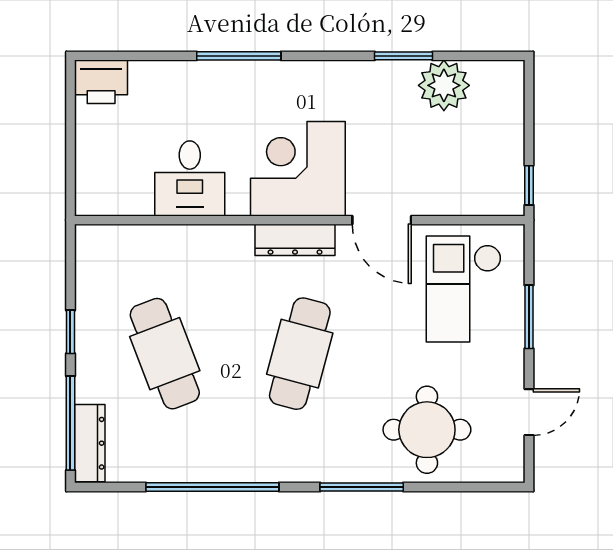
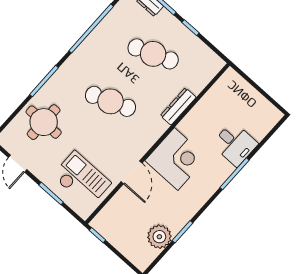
printer: (101, 82) -> (269, 117), removed
desk: (190, 178) -> (235, 144), moved, turned 180
door: (382, 220) -> (132, 172), swing flipped
dresser: (295, 240) -> (178, 106), moved
cafe table: (300, 354) -> (111, 101), turned -36

